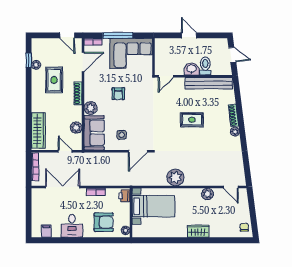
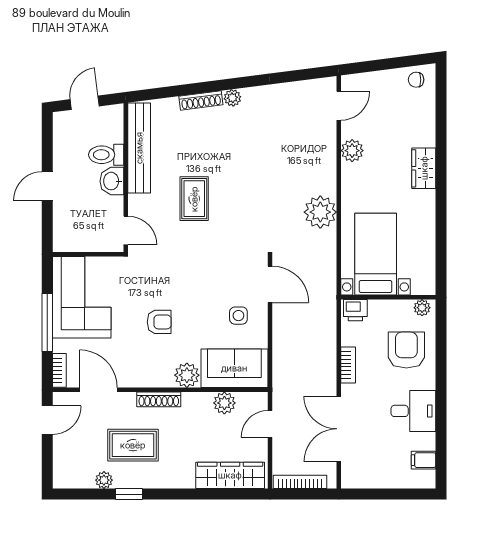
window: (29, 60) -> (129, 494), moved
rug: (192, 120) -> (194, 199), moved

